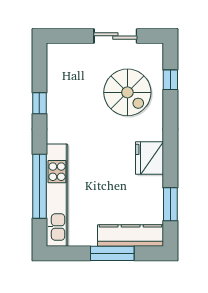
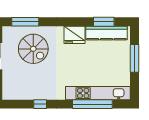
window: (170, 80) -> (25, 22), width x2.17
spiral stairs: (127, 92) -> (33, 49), turned 90
kitchen counter: (131, 236) -> (106, 33), moved, turned -90

